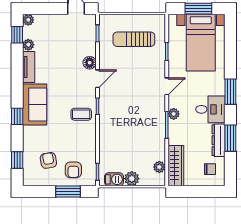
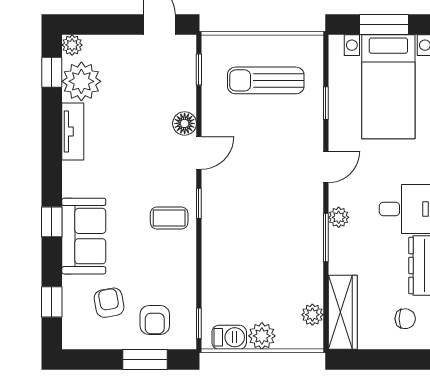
plant: (28, 45) -> (81, 81), width x1.88, depth x1.88
sofa: (35, 104) -> (84, 236), moved

